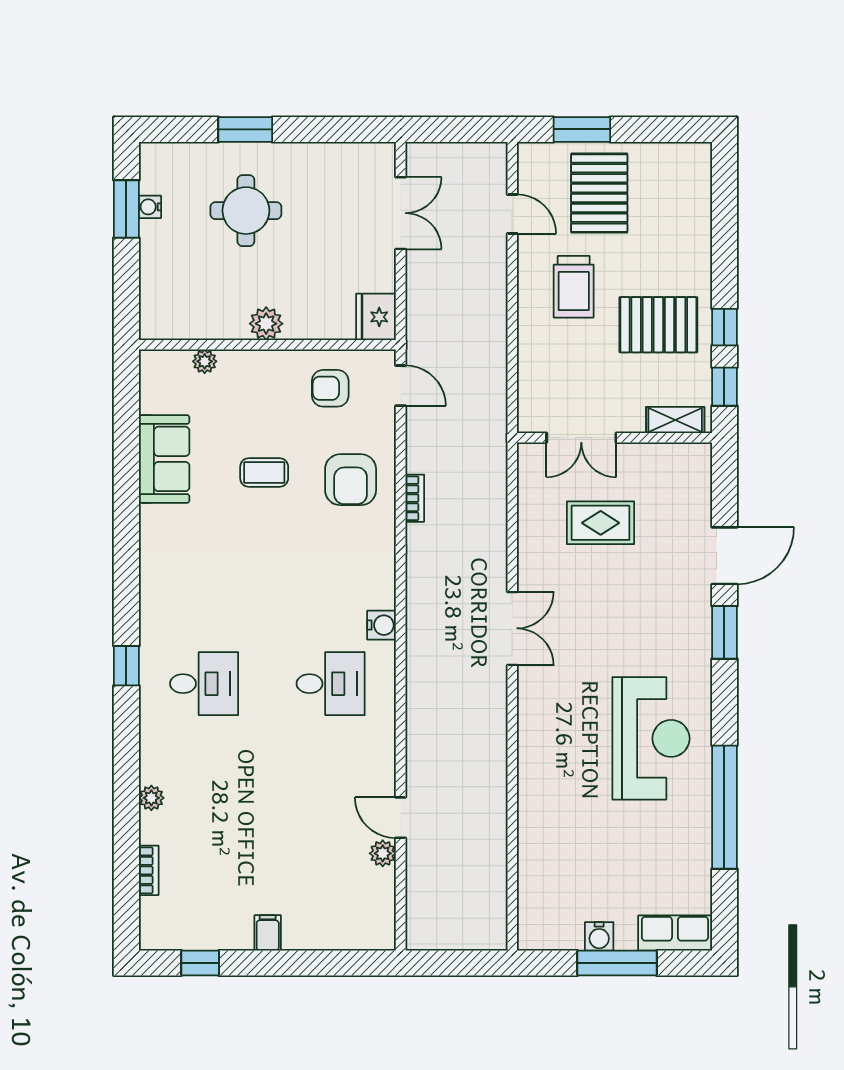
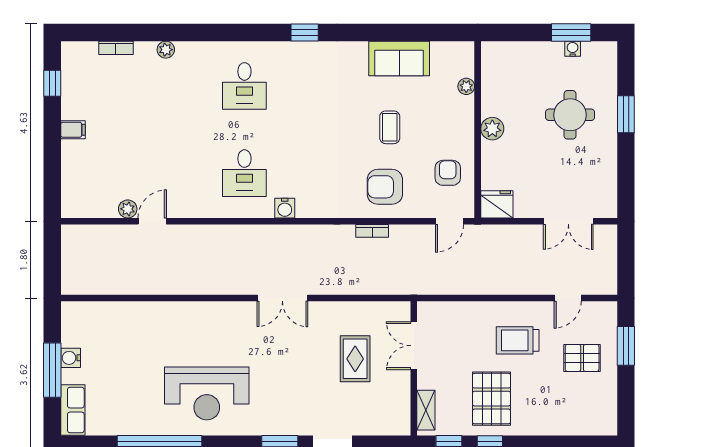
pallet: (599, 193) -> (582, 358), width x0.67, depth x0.71
window: (126, 666) -> (305, 33), moved

